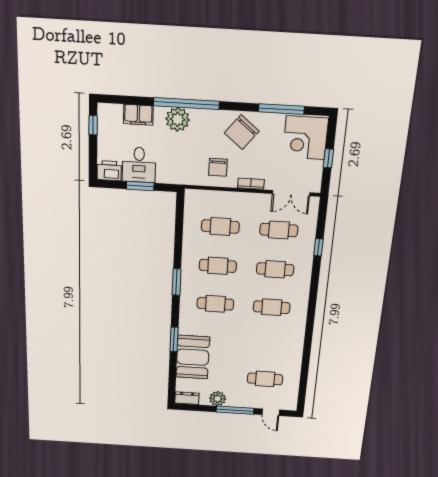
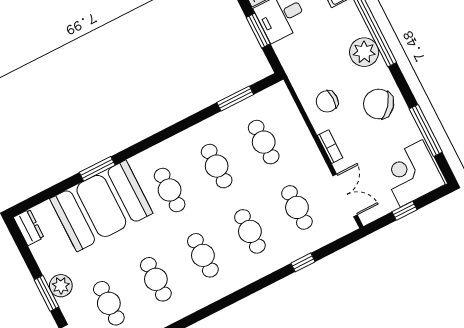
plant: (178, 119) -> (364, 52), moved
double door: (291, 193) -> (345, 195), swing flipped
window: (177, 282) -> (235, 98), moved
cafe table: (268, 344) -> (156, 279), added
booth: (193, 357) -> (101, 206), width x1.36, depth x1.42
plant: (218, 399) -> (61, 286), moved
window: (235, 410) -> (47, 293), width x0.69

